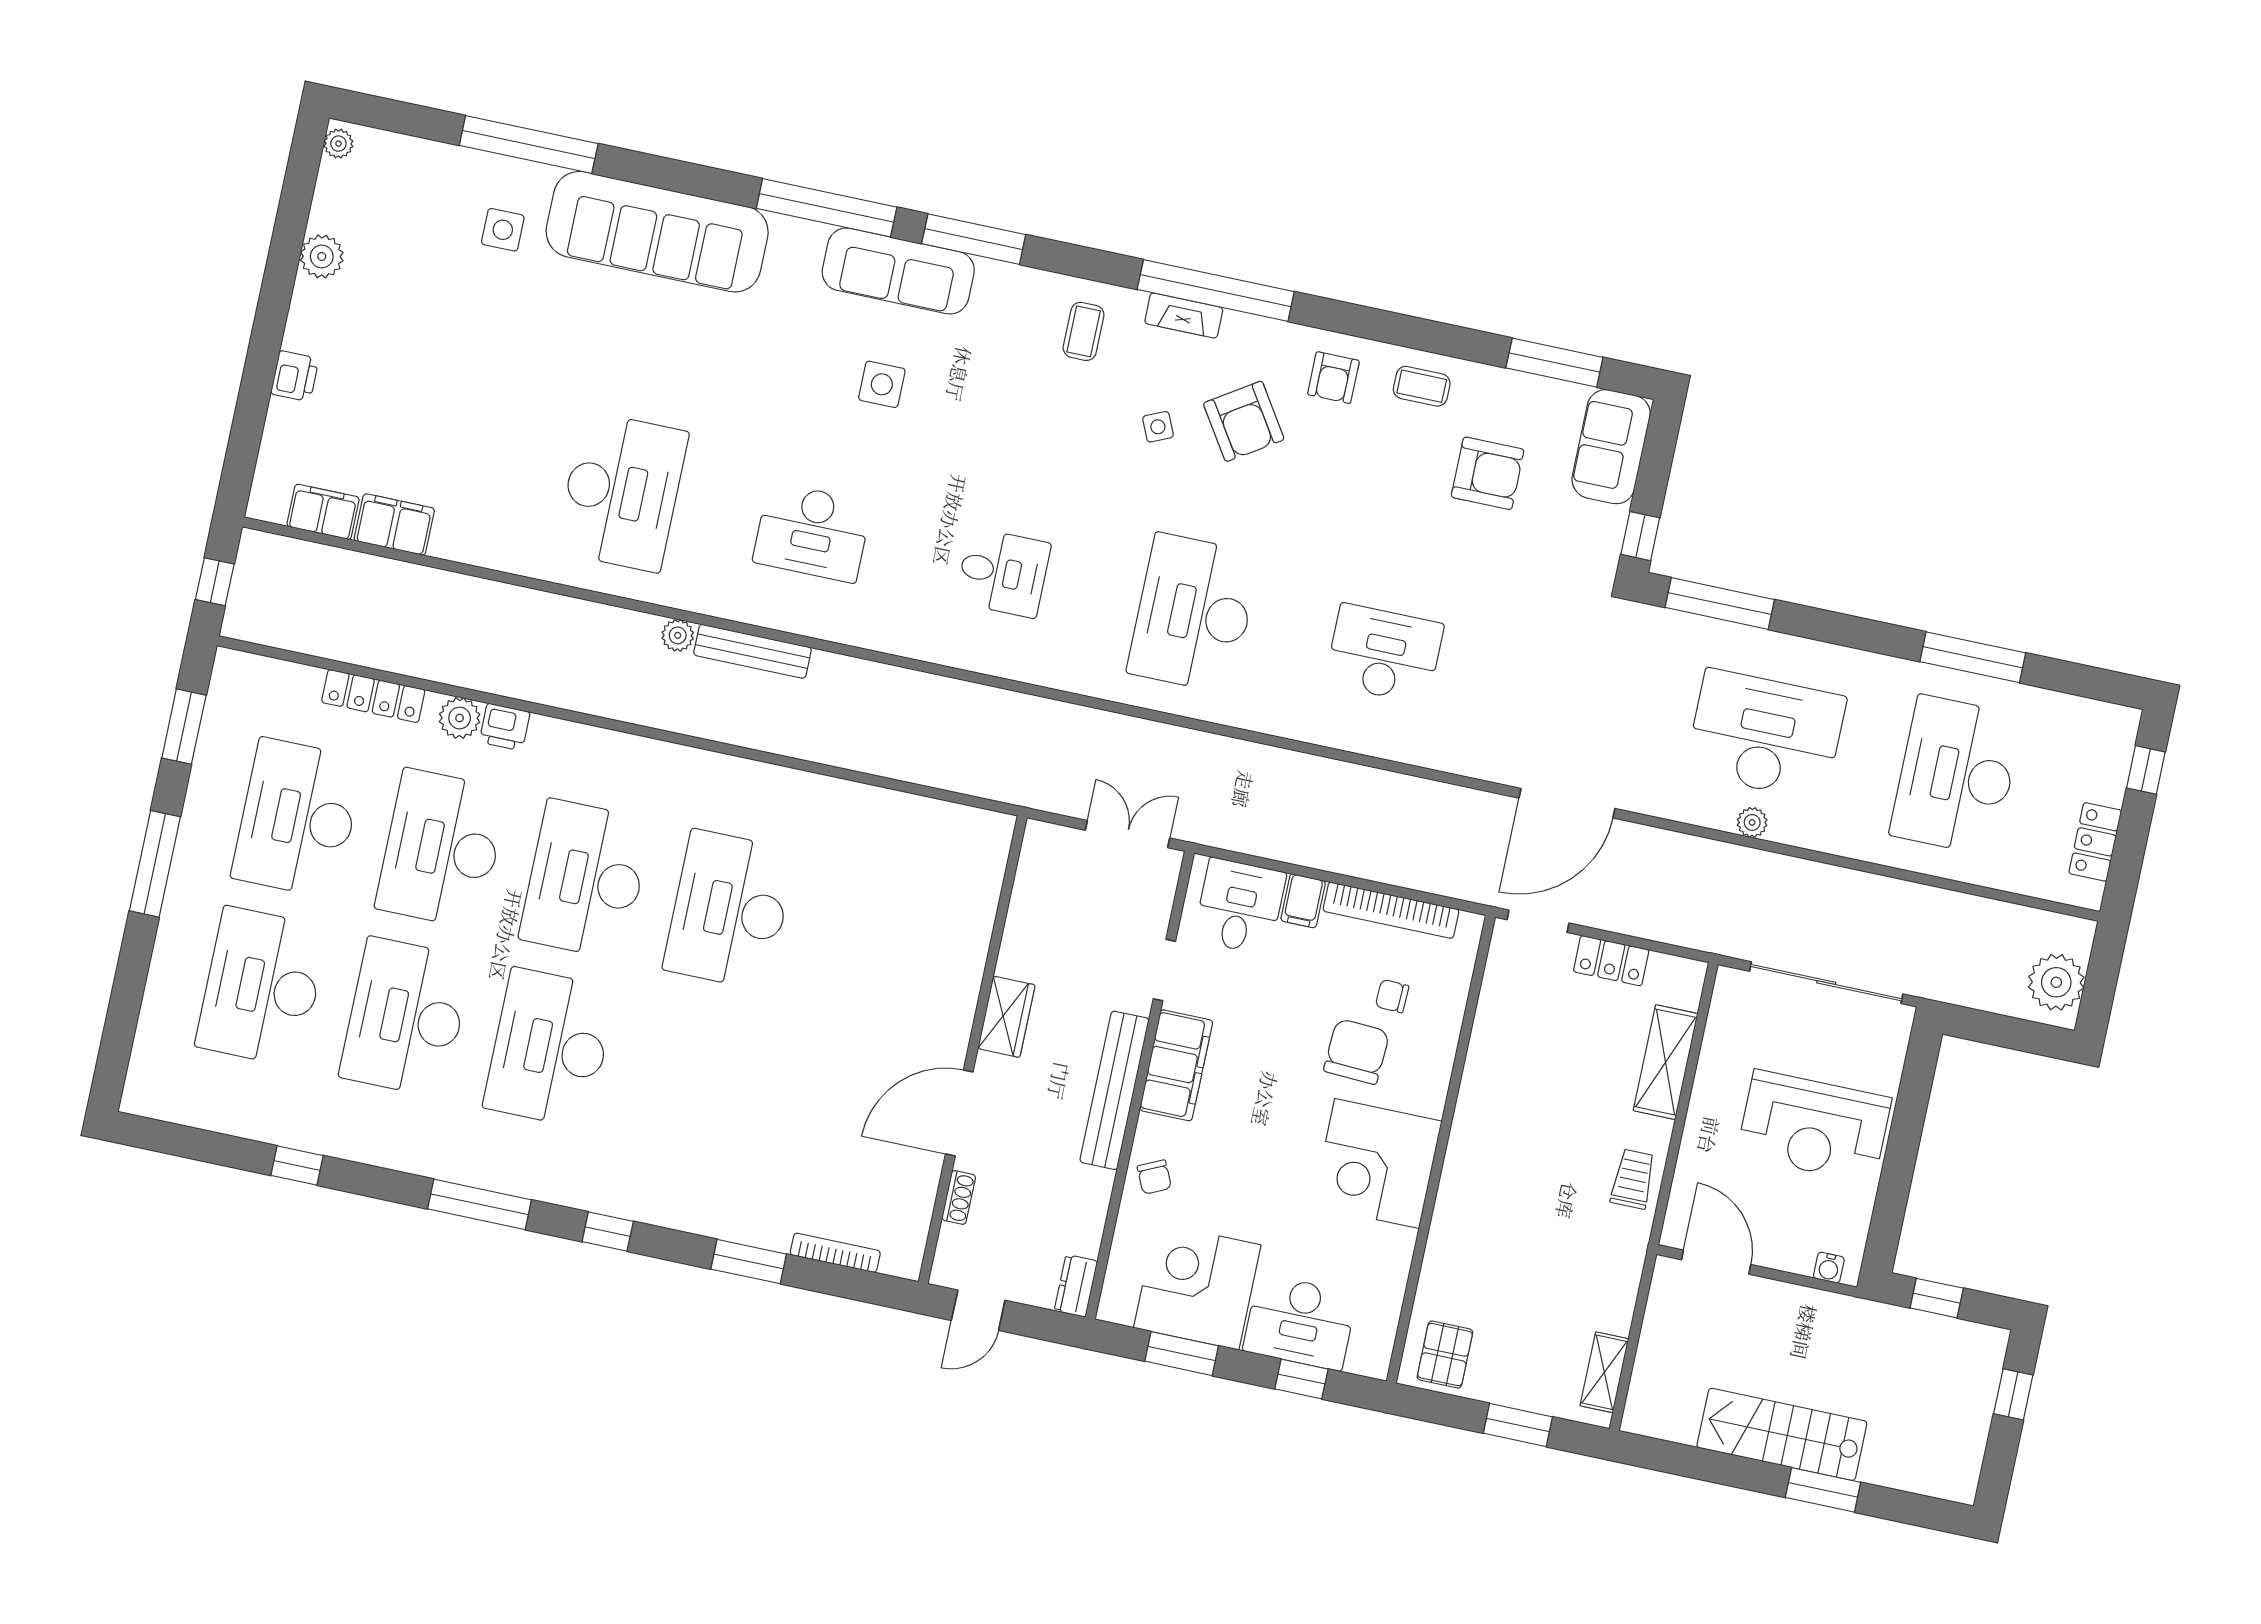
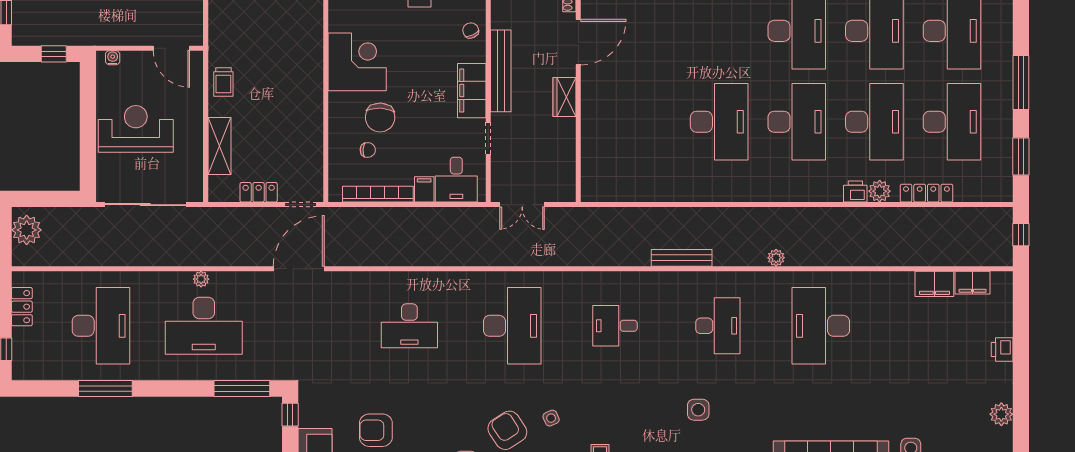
desk: (812, 532) -> (718, 326), turned 90
bench: (753, 651) -> (682, 258), moved

